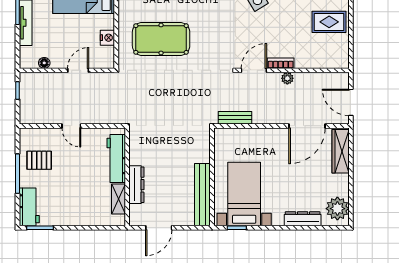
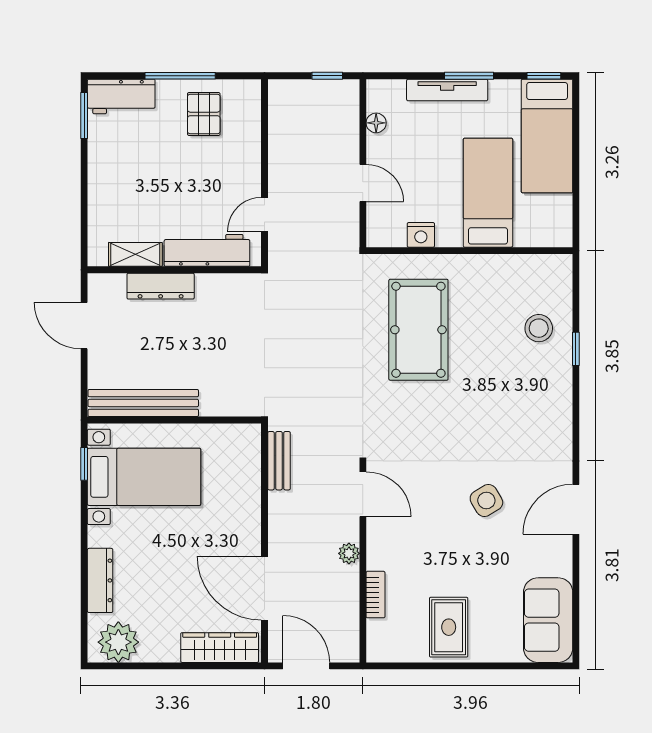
bookcase: (281, 63) -> (375, 595), moved
door: (351, 102) -> (306, 666), hinge flipped
door: (71, 126) -> (265, 214), moved

